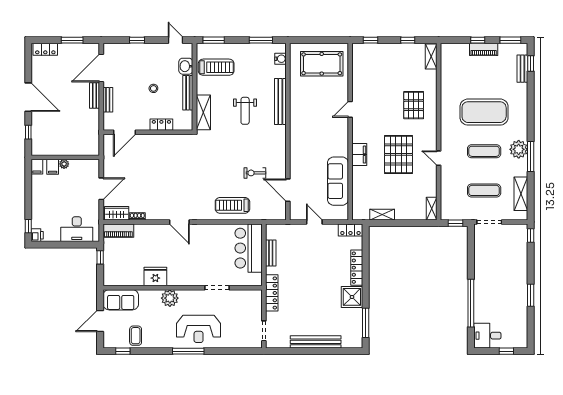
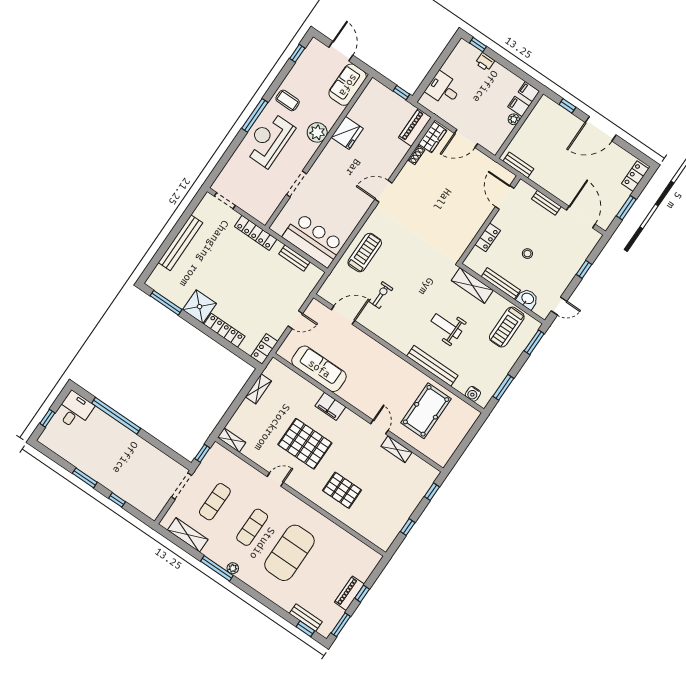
shelving: (431, 57) -> (396, 449), moved
pool table: (322, 64) -> (426, 411), moved
bench: (95, 95) -> (518, 165), moved
plant: (519, 149) -> (233, 568), width x0.53, depth x0.53
door: (101, 189) -> (466, 138), hinge flipped
desk: (77, 229) -> (443, 89), width x0.73
printer: (37, 235) -> (485, 62), moved
window: (531, 235) -> (117, 500), moved
coffee table: (136, 336) -> (288, 100), moved

